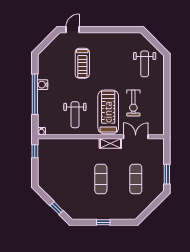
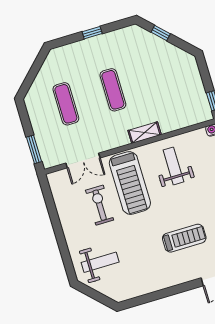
treadmill: (82, 63) -> (184, 238), turned 90
weight bench: (145, 64) -> (100, 262), turned 90
shelving: (110, 143) -> (145, 133), moved
window: (167, 174) -> (34, 149), moved

